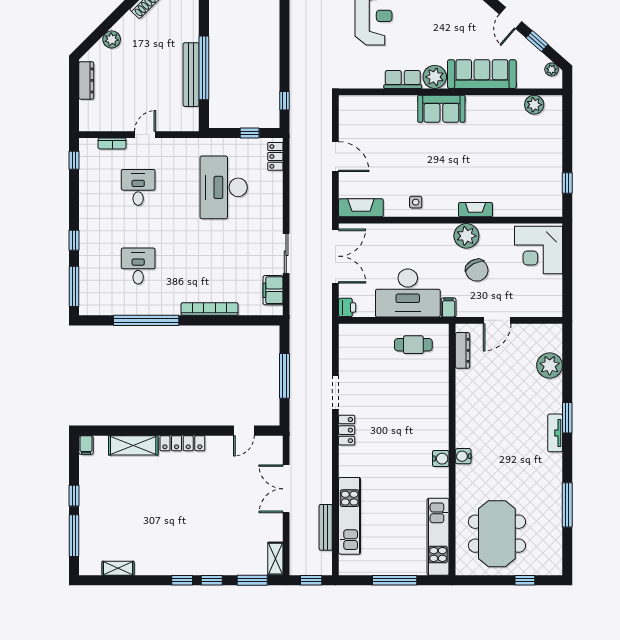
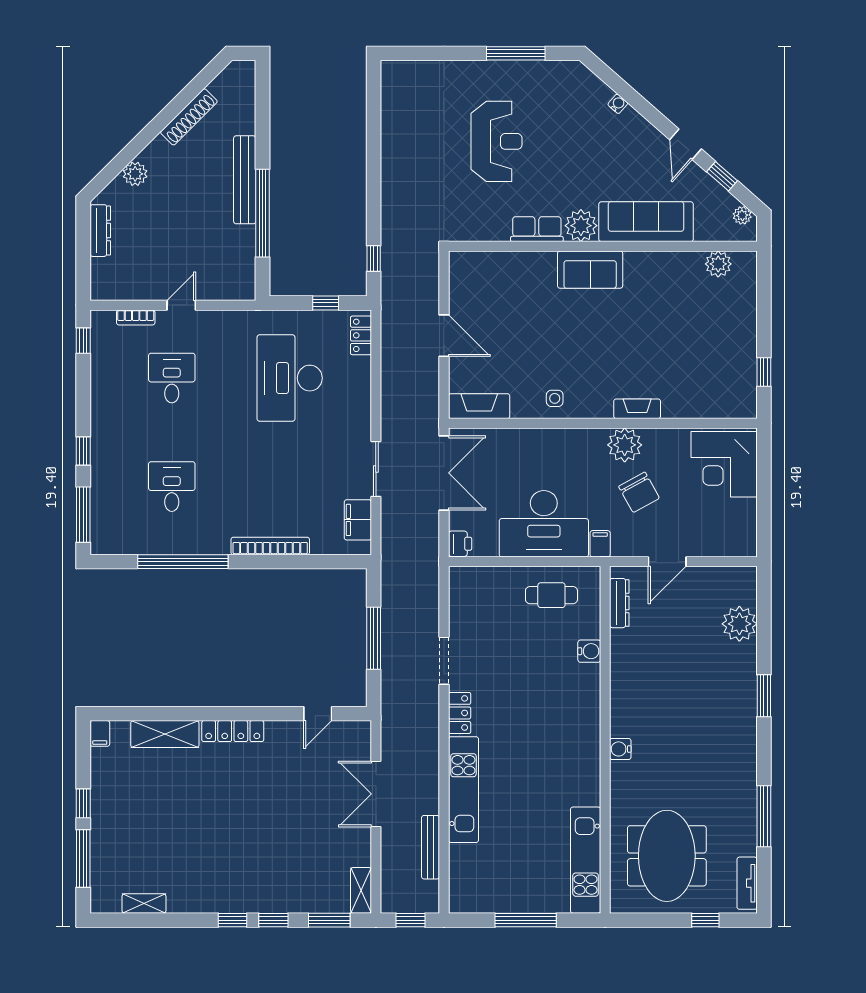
bench: (191, 75) -> (245, 180), moved
tv unit: (555, 433) -> (747, 883), moved
water cooler: (441, 459) -> (589, 651), moved
kitchen unit: (350, 516) -> (463, 790), moved

